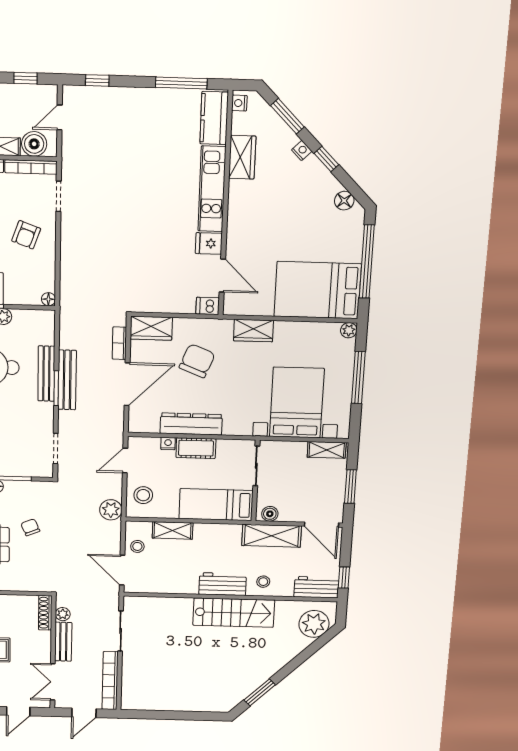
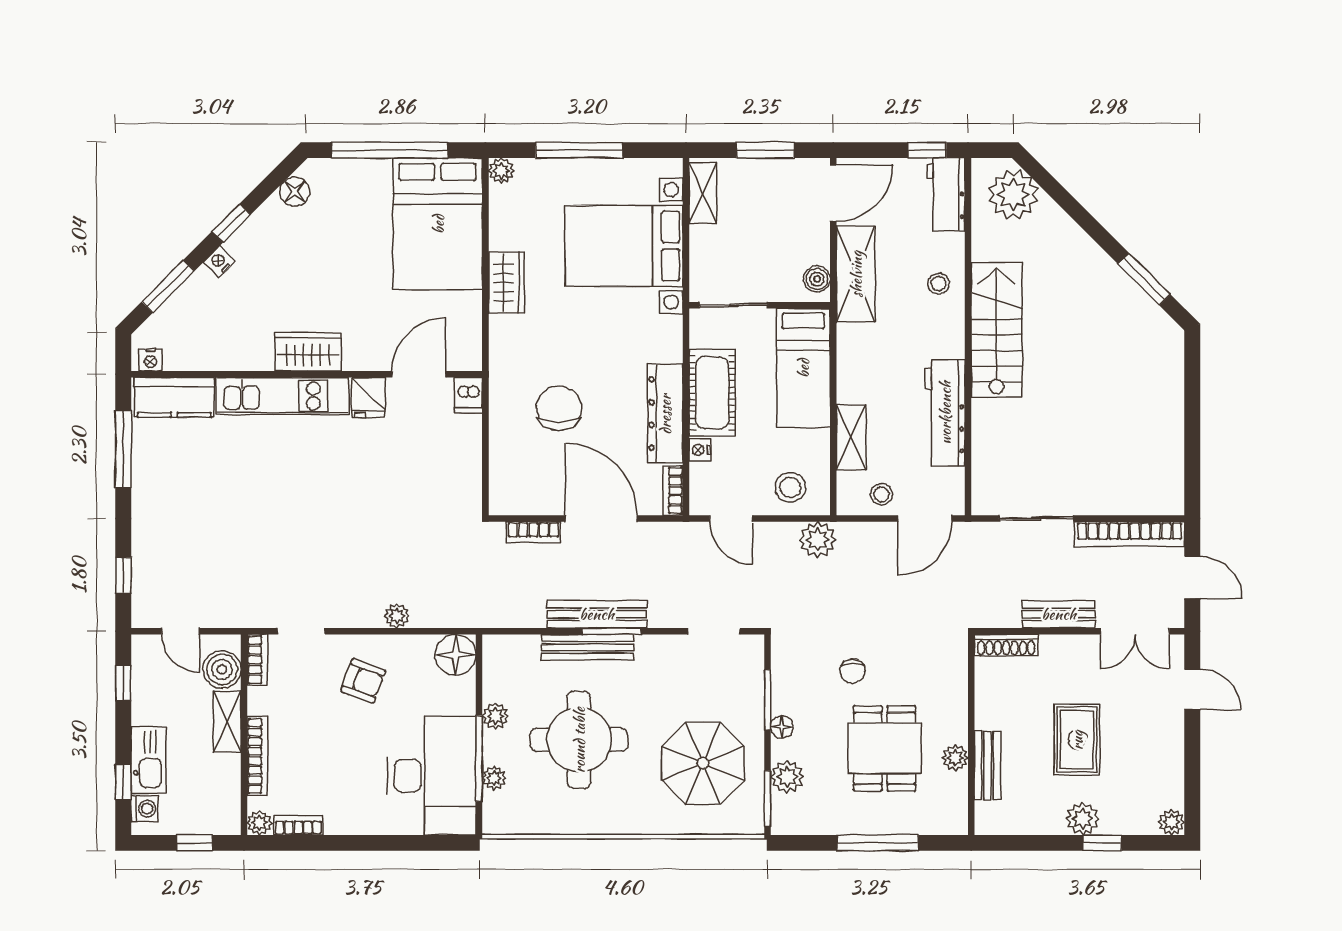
wardrobe: (242, 157) -> (308, 352), moved
bookcase: (31, 167) -> (257, 660), width x0.64
floor lamp: (48, 299) -> (456, 655), width x1.89, depth x1.89
wardrobe: (151, 328) -> (507, 483), removed
wardrobe: (253, 331) -> (506, 283), moved
chair: (197, 361) -> (559, 408), turned 68
bookcase: (143, 427) -> (673, 490), added
cot: (196, 448) -> (712, 393), width x1.37, depth x1.34
chair: (30, 527) -> (853, 671), turned -67
workbench: (223, 584) -> (945, 413), moved, width x1.38
plant: (63, 614) -> (397, 616), moved

